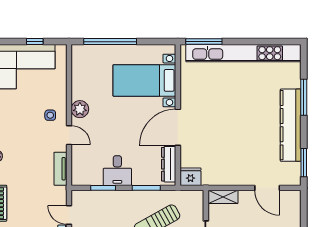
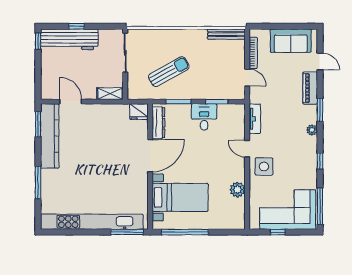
window: (110, 42) -> (185, 232), moved
plant: (80, 109) -> (238, 190), moved
side table: (50, 115) -> (264, 166), width x1.87, depth x1.87
kitchen counter: (291, 125) -> (50, 136), moved

